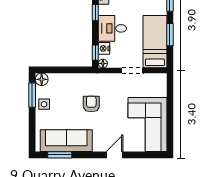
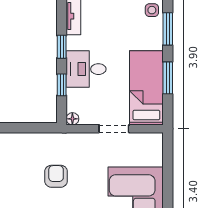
nightstand: (104, 48) -> (74, 98), removed
window: (95, 53) -> (62, 85), moved

